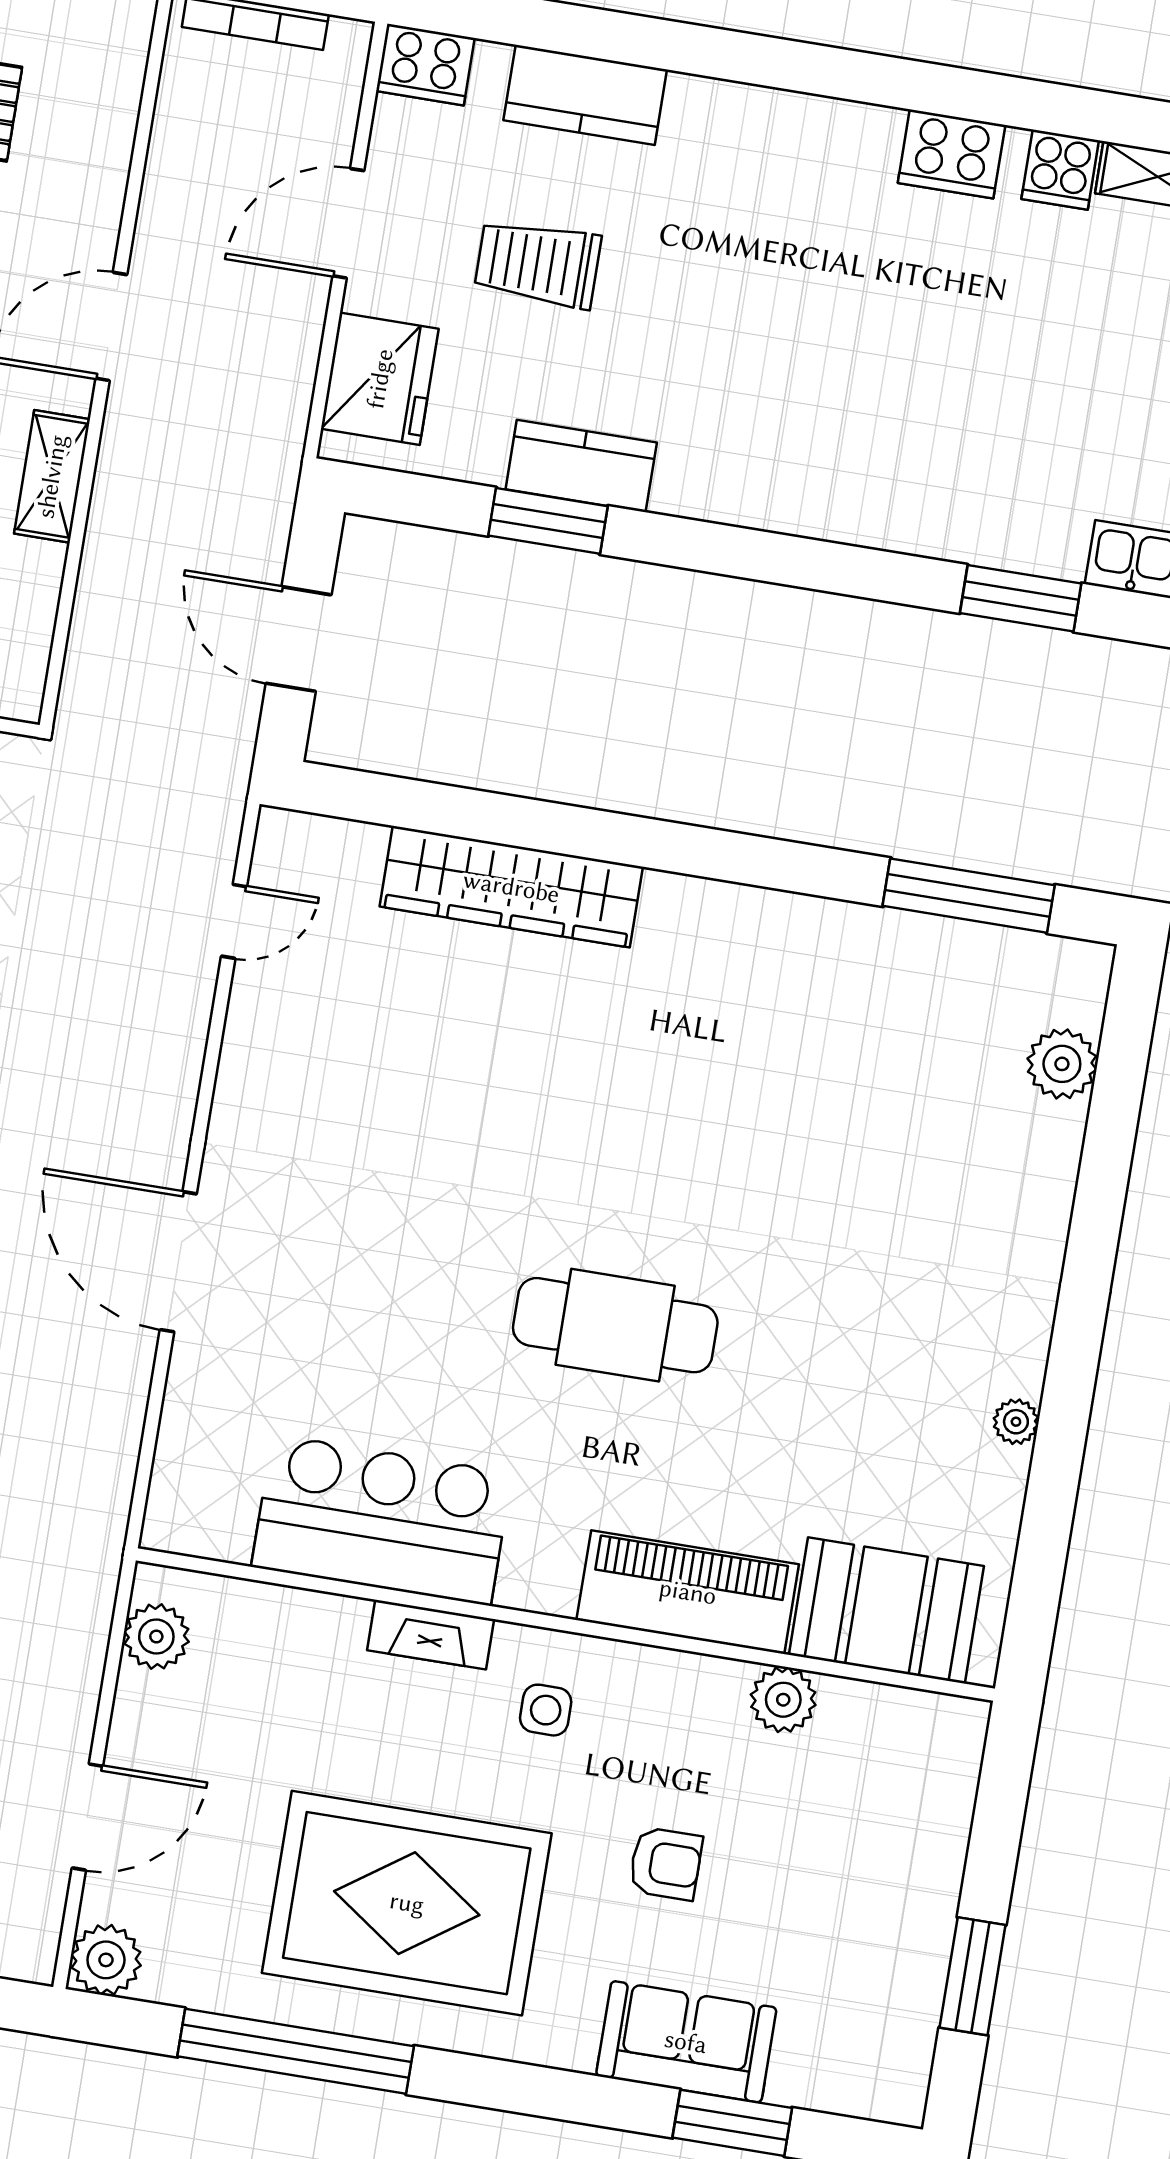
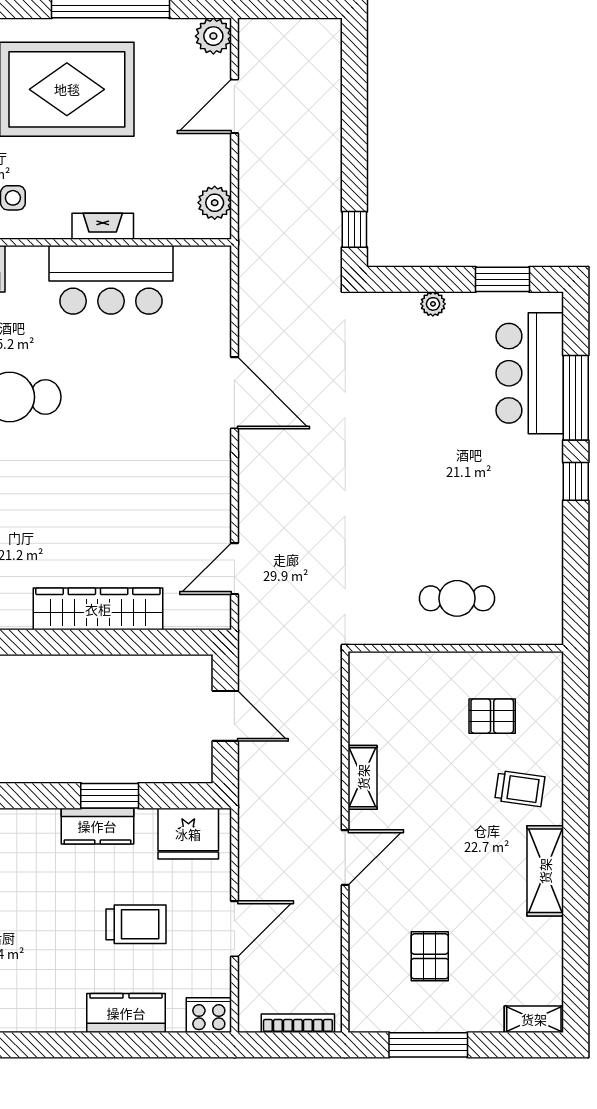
fridge: (380, 379) -> (188, 834), moved, turned -90
door: (234, 921) -> (234, 569), width x1.38
fireplace: (431, 1635) -> (103, 226), moved

